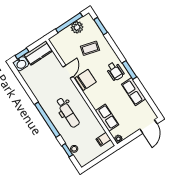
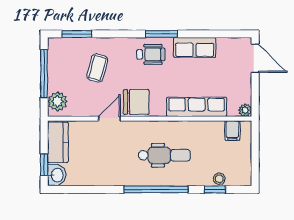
plant: (77, 27) -> (57, 101), moved
door: (68, 72) -> (110, 119), hinge flipped
chair: (86, 80) -> (136, 102), turned 90
row of seats: (107, 118) -> (197, 107), width x1.48

